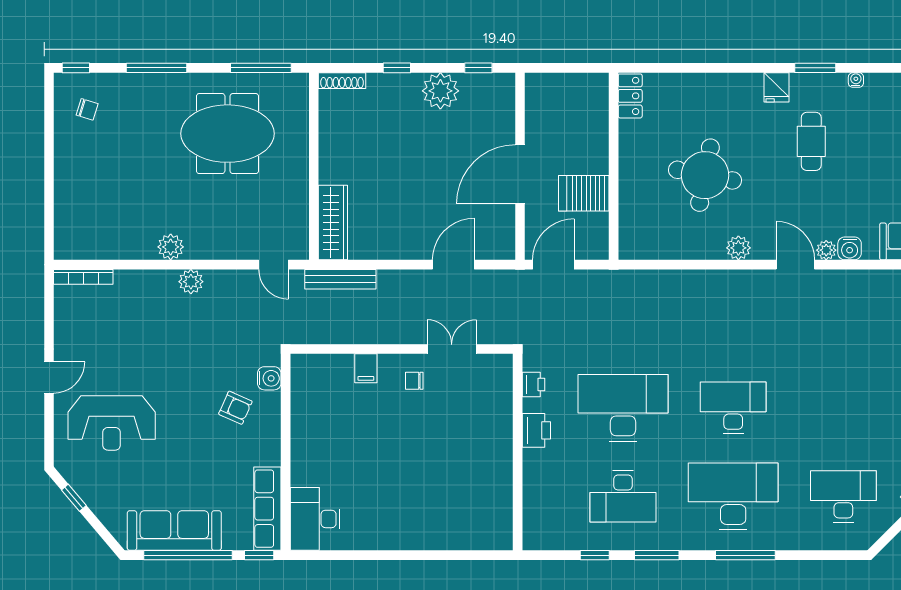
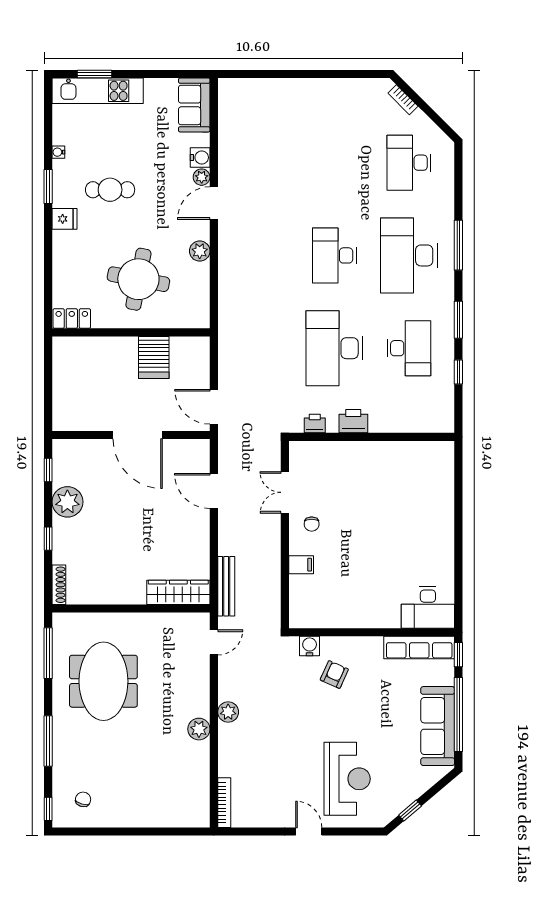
locker: (630, 96) -> (72, 318), moved
wall: (614, 166) -> (131, 332), moved
server rack: (584, 193) -> (154, 358), moved

